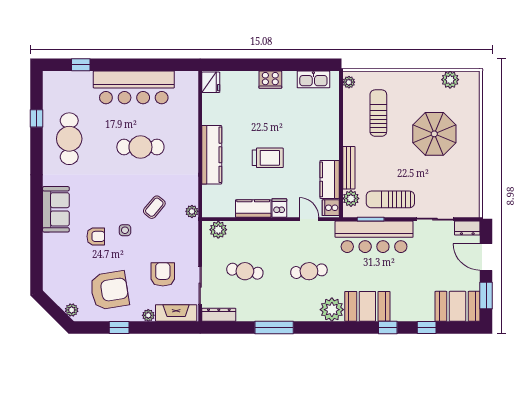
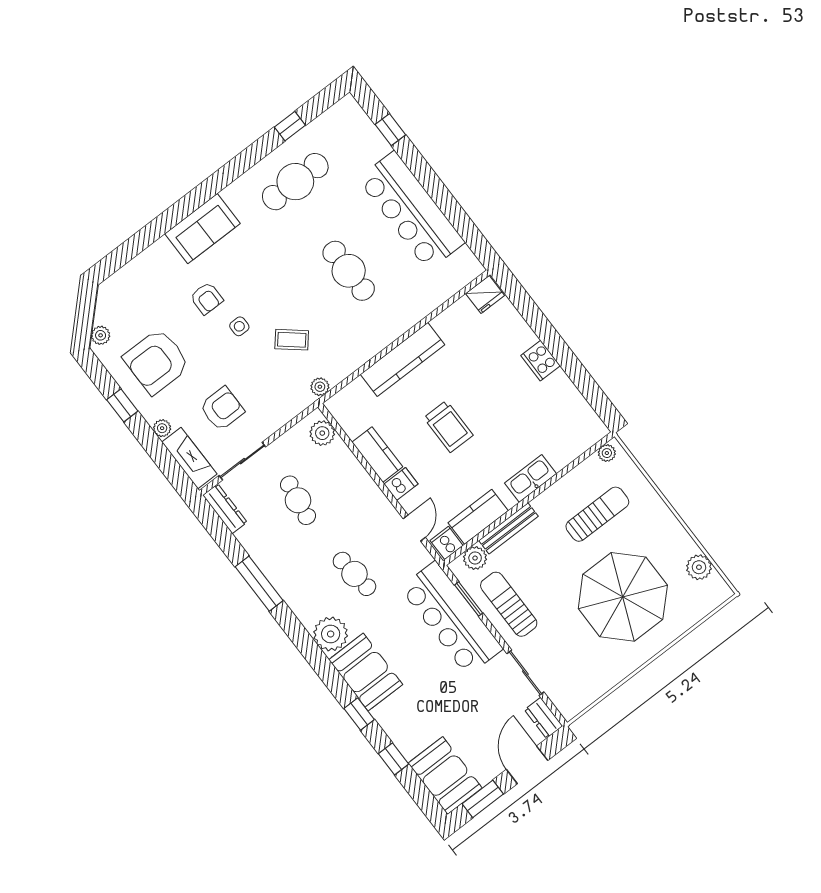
kitchen sink: (313, 79) -> (530, 478), moved, turned 90
parasol: (434, 134) -> (623, 597), width x1.36, depth x1.36
armchair: (109, 290) -> (157, 361), turned 99

